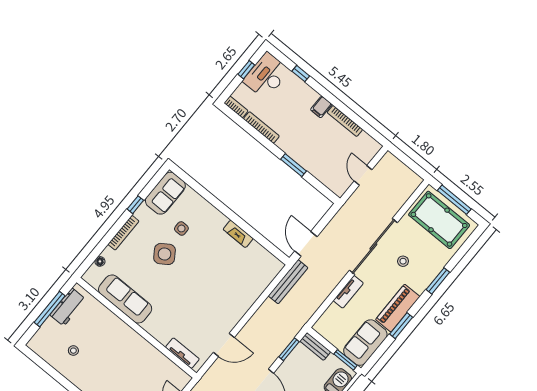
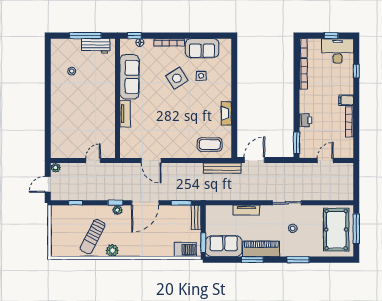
printer: (308, 162) -> (305, 120), added
window: (294, 165) -> (296, 143), moved
sofa: (165, 193) -> (202, 48), moved
window: (135, 205) -> (134, 36), moved
sliding door: (373, 247) -> (287, 203), width x0.54
coffee table: (255, 275) -> (210, 144), added
tv unit: (182, 353) -> (125, 114), moved

